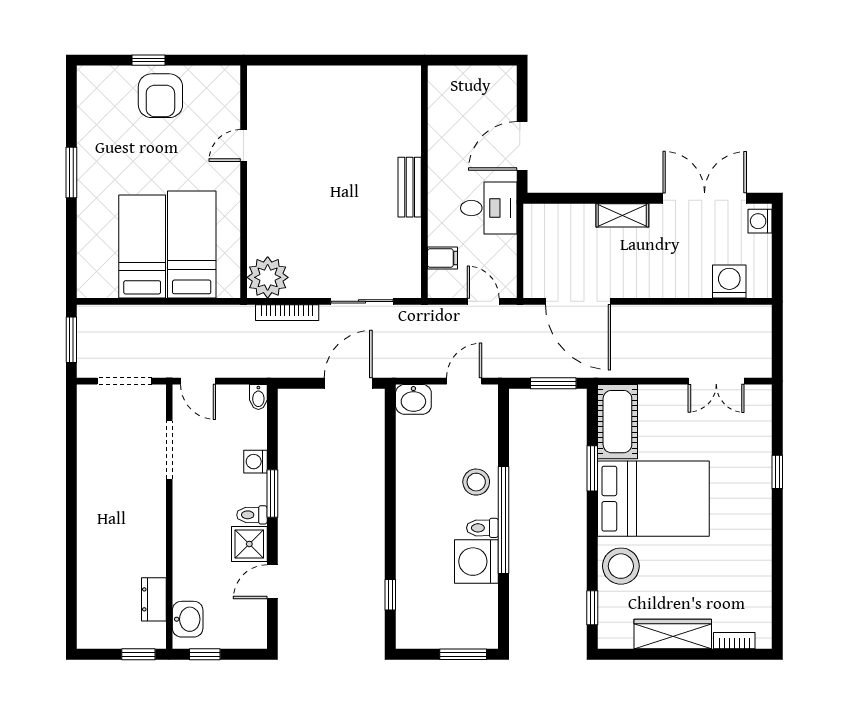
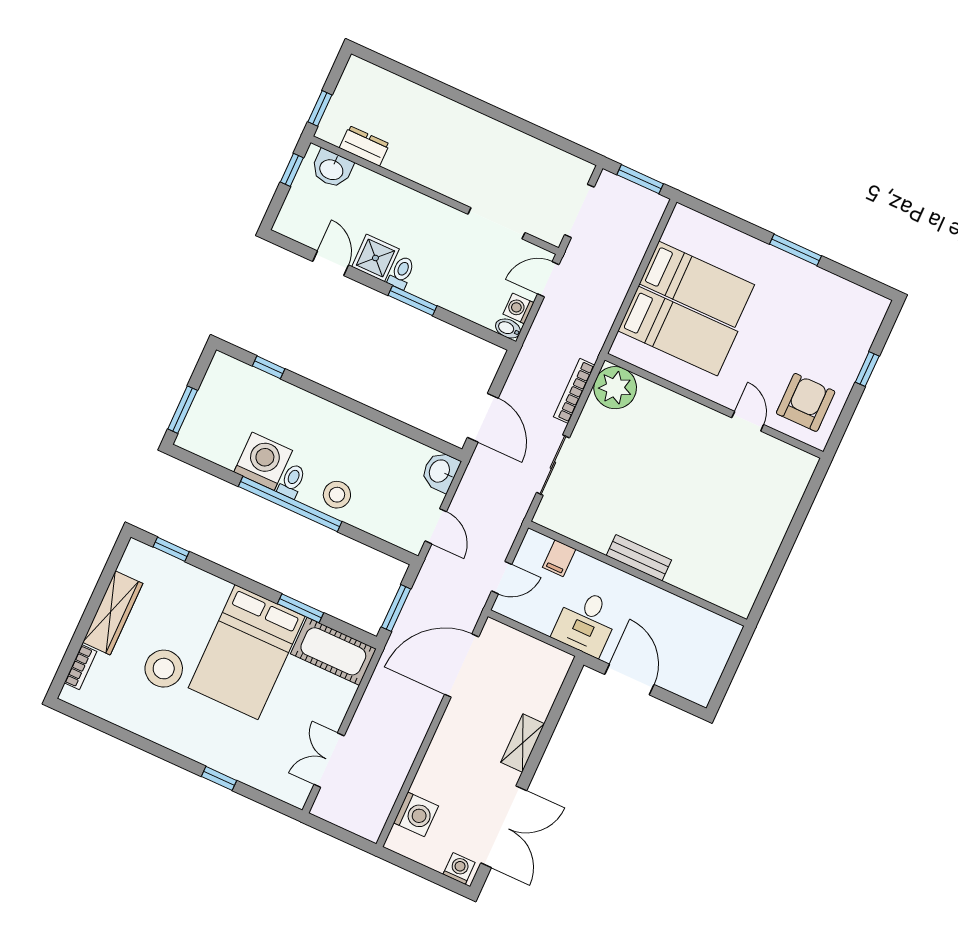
armchair: (160, 96) -> (806, 402), moved, turned 90
washing machine: (255, 462) -> (519, 308), moved, turned -90
stool: (621, 566) -> (164, 669), moved

